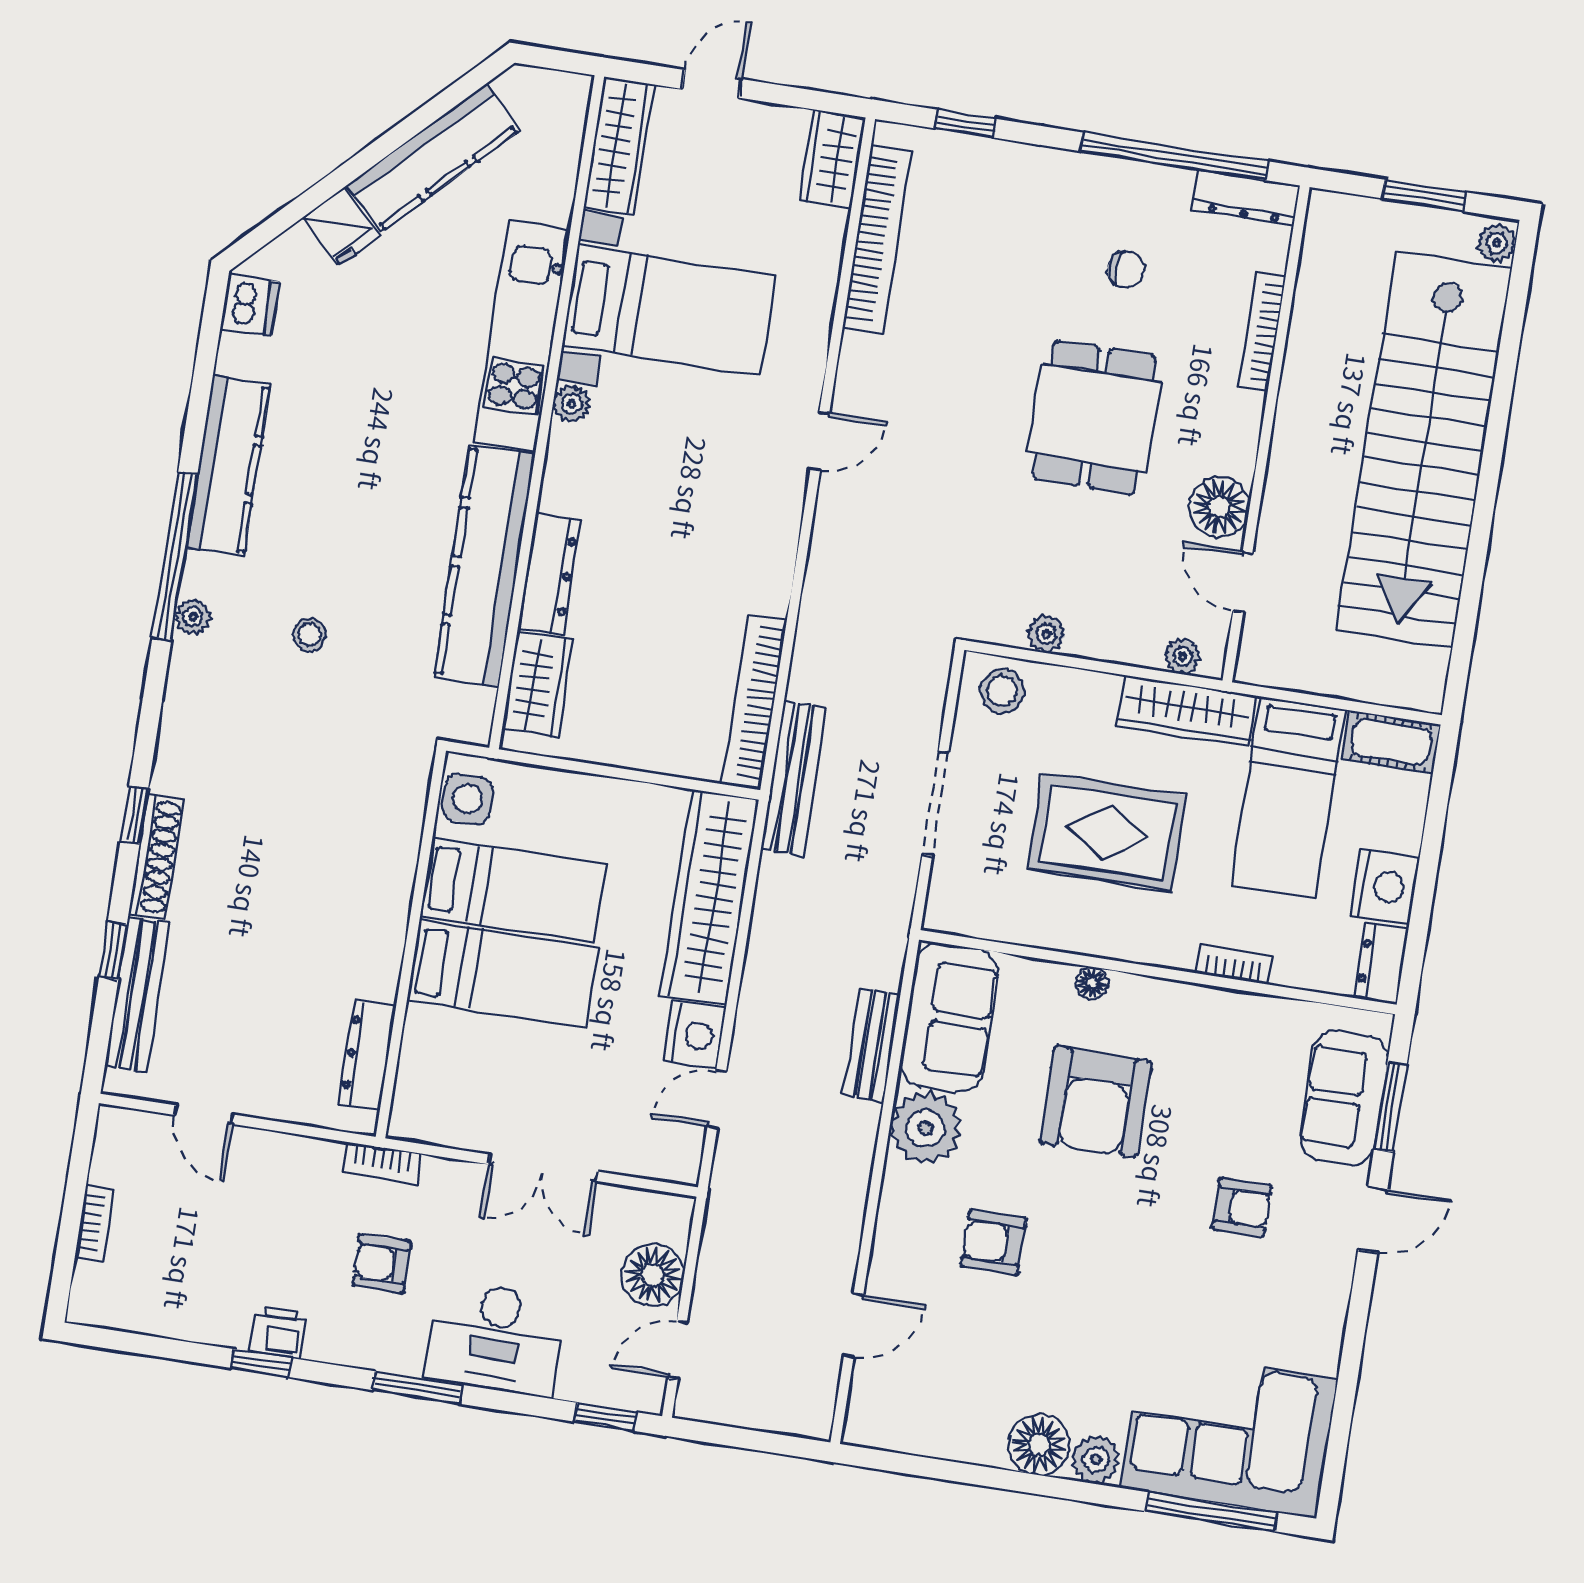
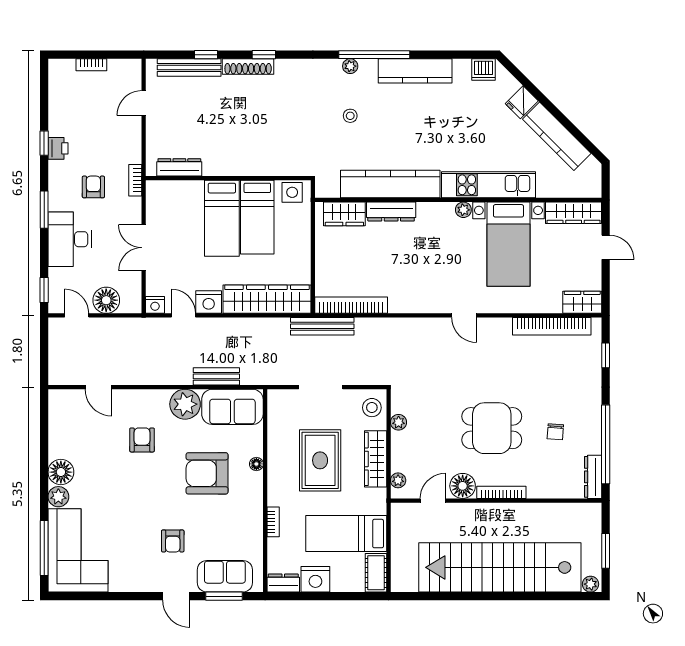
bookcase: (1262, 331) -> (501, 492), moved
wardrobe: (1186, 711) -> (376, 459), moved
nightstand: (681, 1162) -> (155, 305), added

